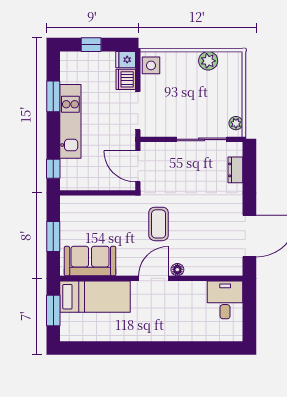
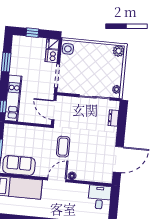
plant: (208, 61) -> (119, 51), moved
kitchen unit: (70, 121) -> (13, 98), moved

